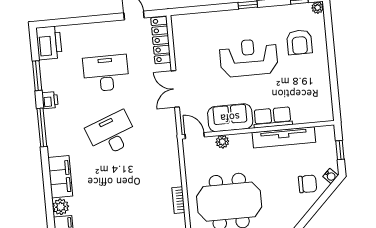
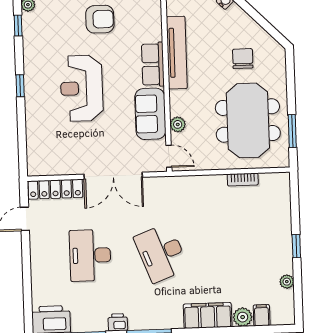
armchair: (299, 42) -> (100, 19), moved
double door: (175, 89) -> (113, 176), width x1.37
door: (195, 136) -> (169, 156), swing flipped
chair: (308, 184) -> (243, 59), moved

